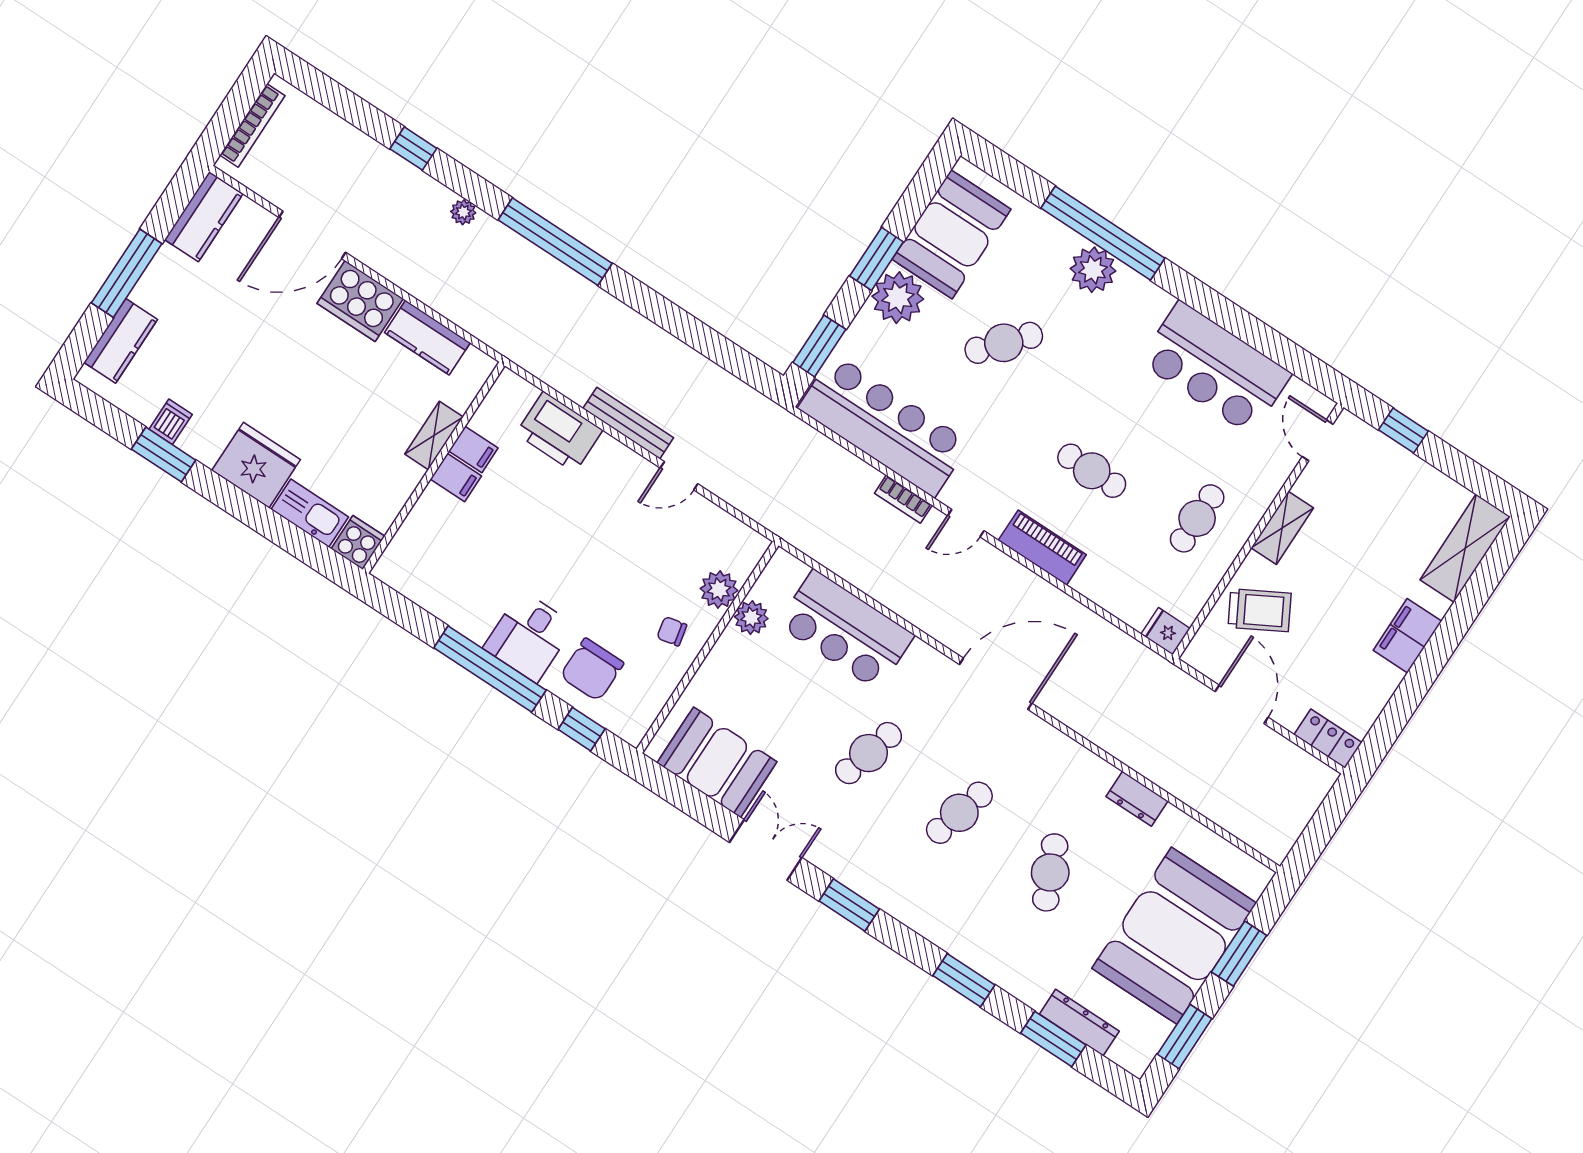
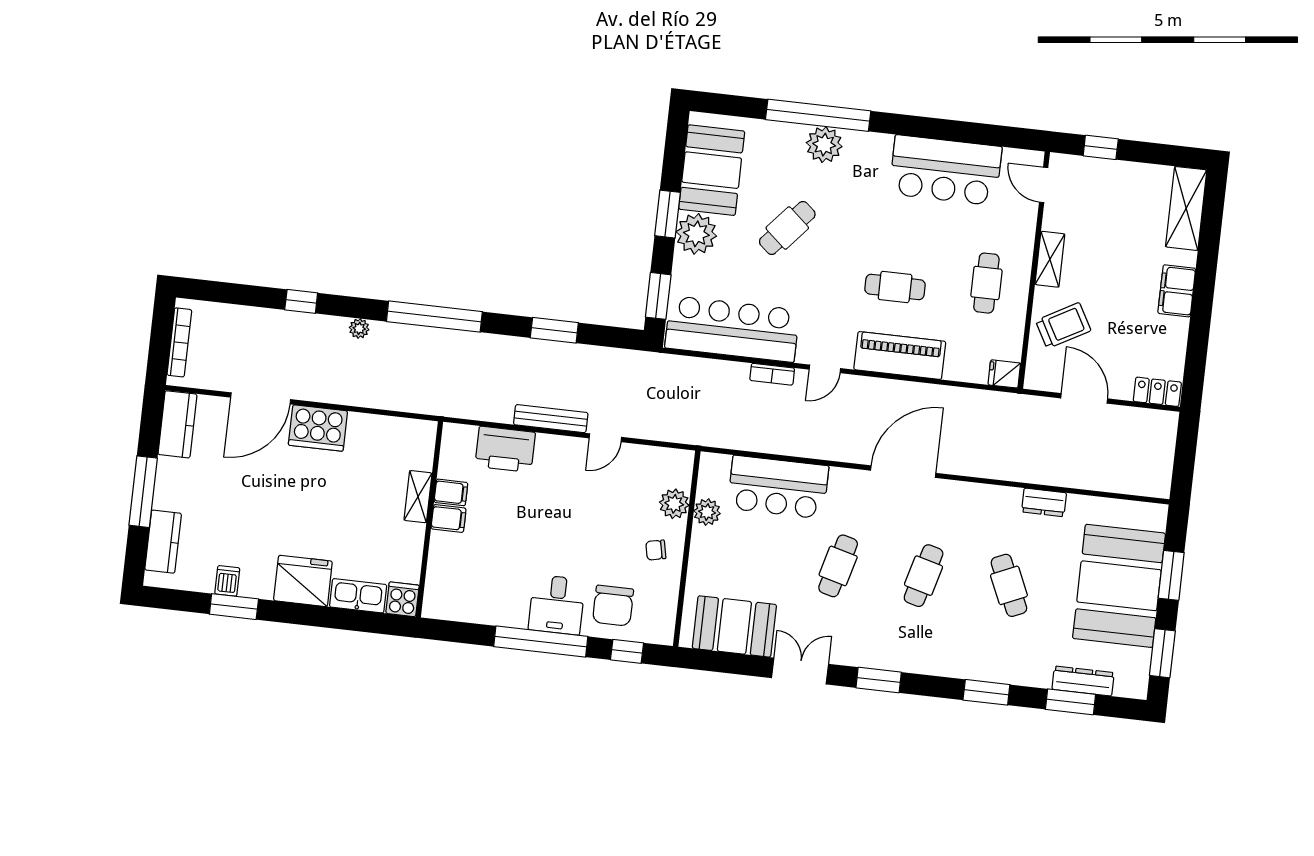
window: (683, 325) -> (554, 330), added
kitchen counter: (427, 338) -> (378, 430), removed
piano: (1042, 548) -> (900, 355), width x1.37, depth x1.33

